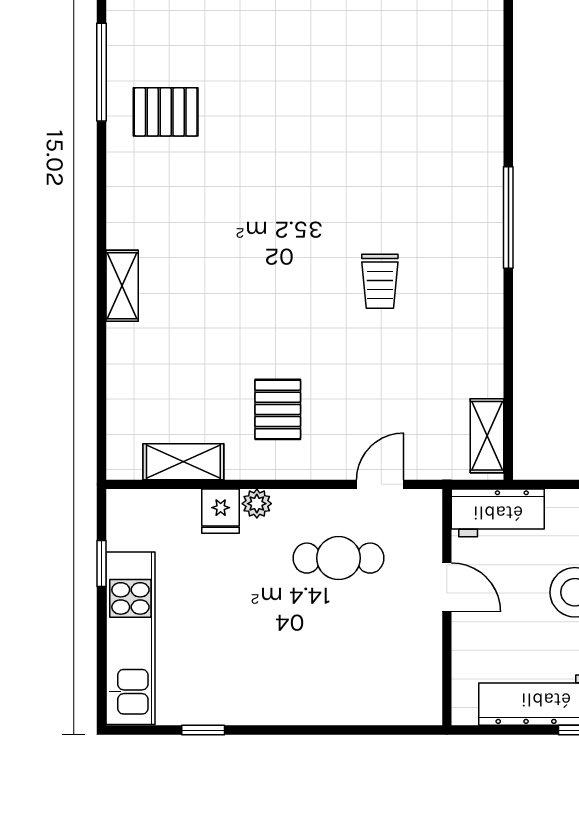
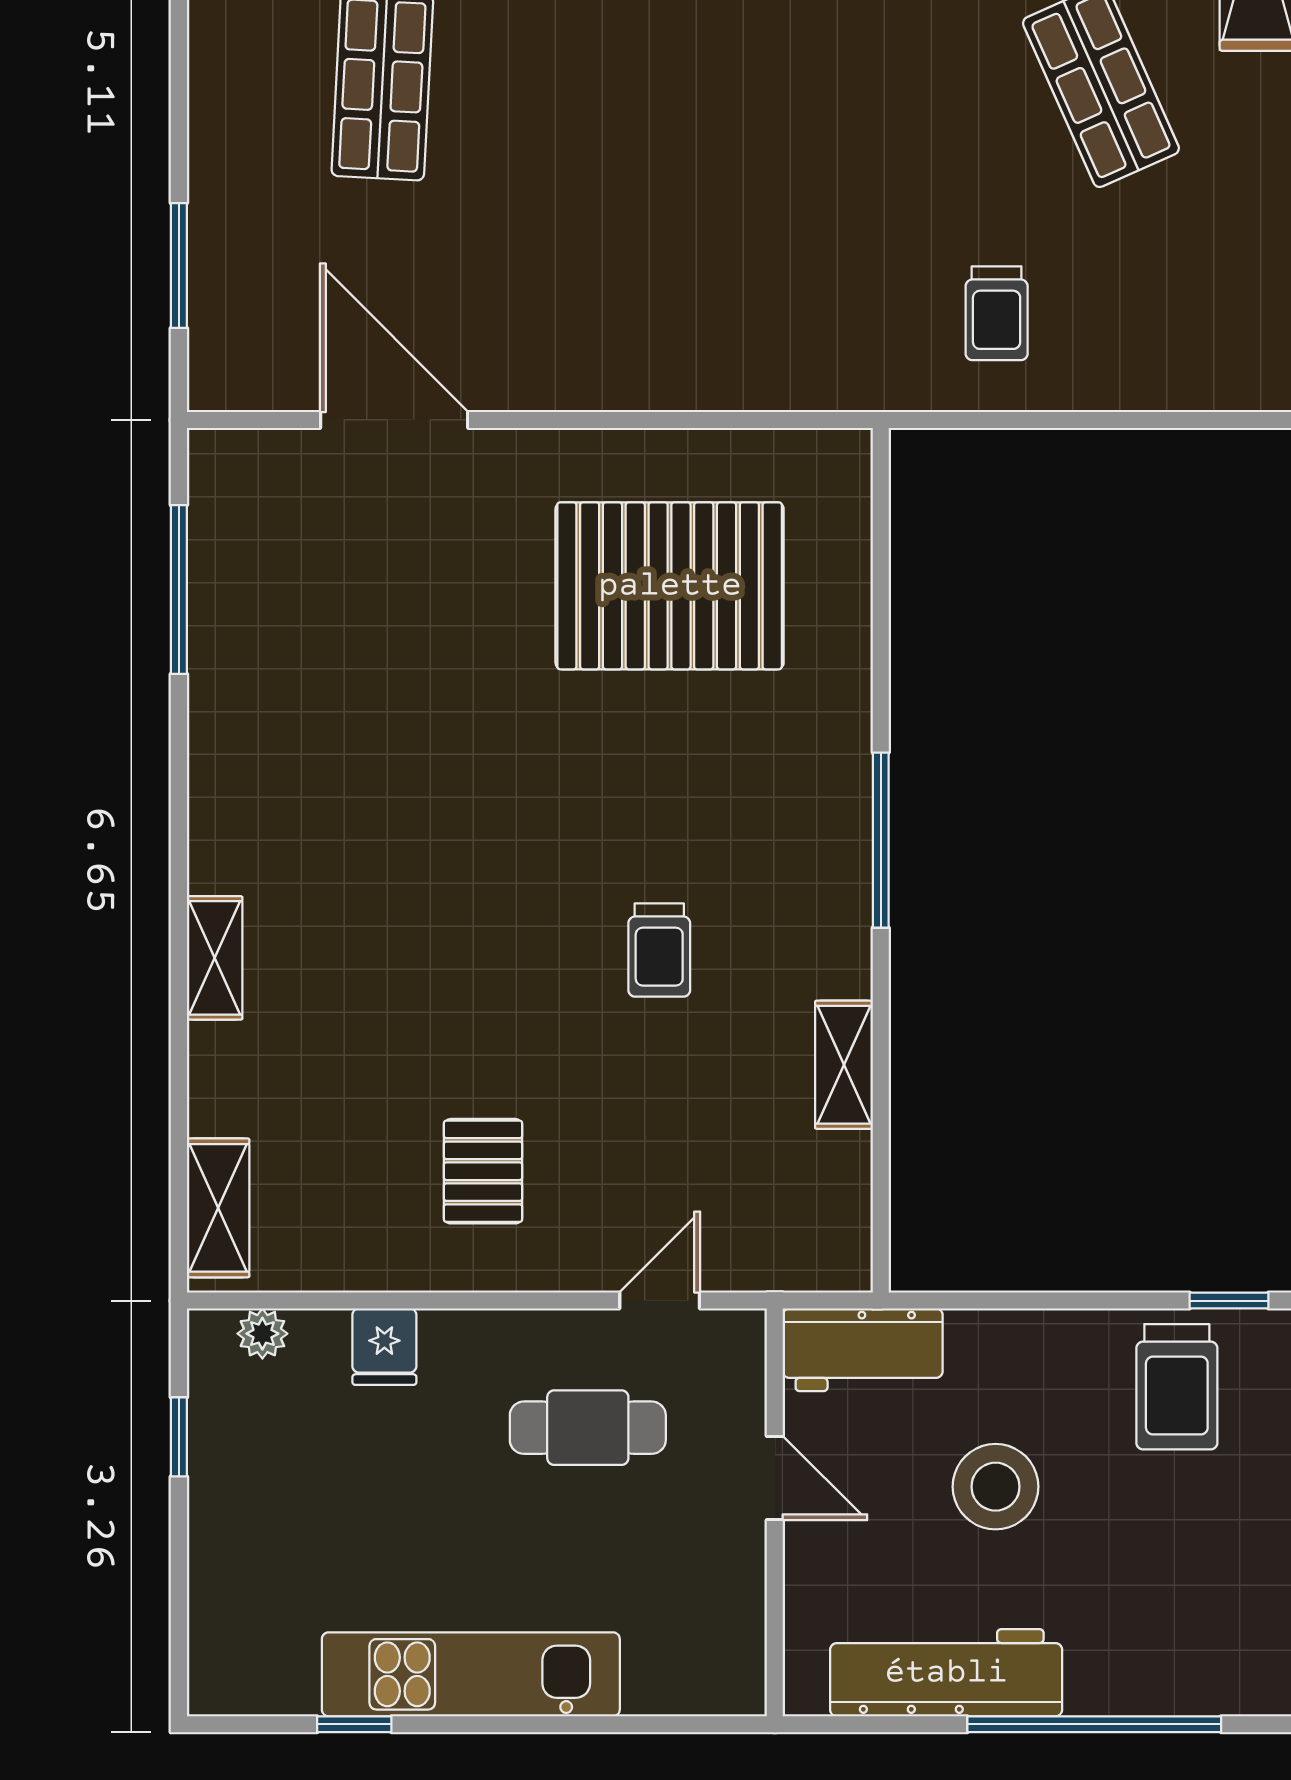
pallet: (166, 112) -> (670, 586), moved, width x2.05, depth x2.00
shelving: (487, 436) -> (844, 1065), moved
shelving: (183, 462) -> (218, 1208), moved, turned 90
plant: (257, 504) -> (262, 1334), moved
kitchen unit: (130, 638) -> (471, 1674), moved, turned -90

